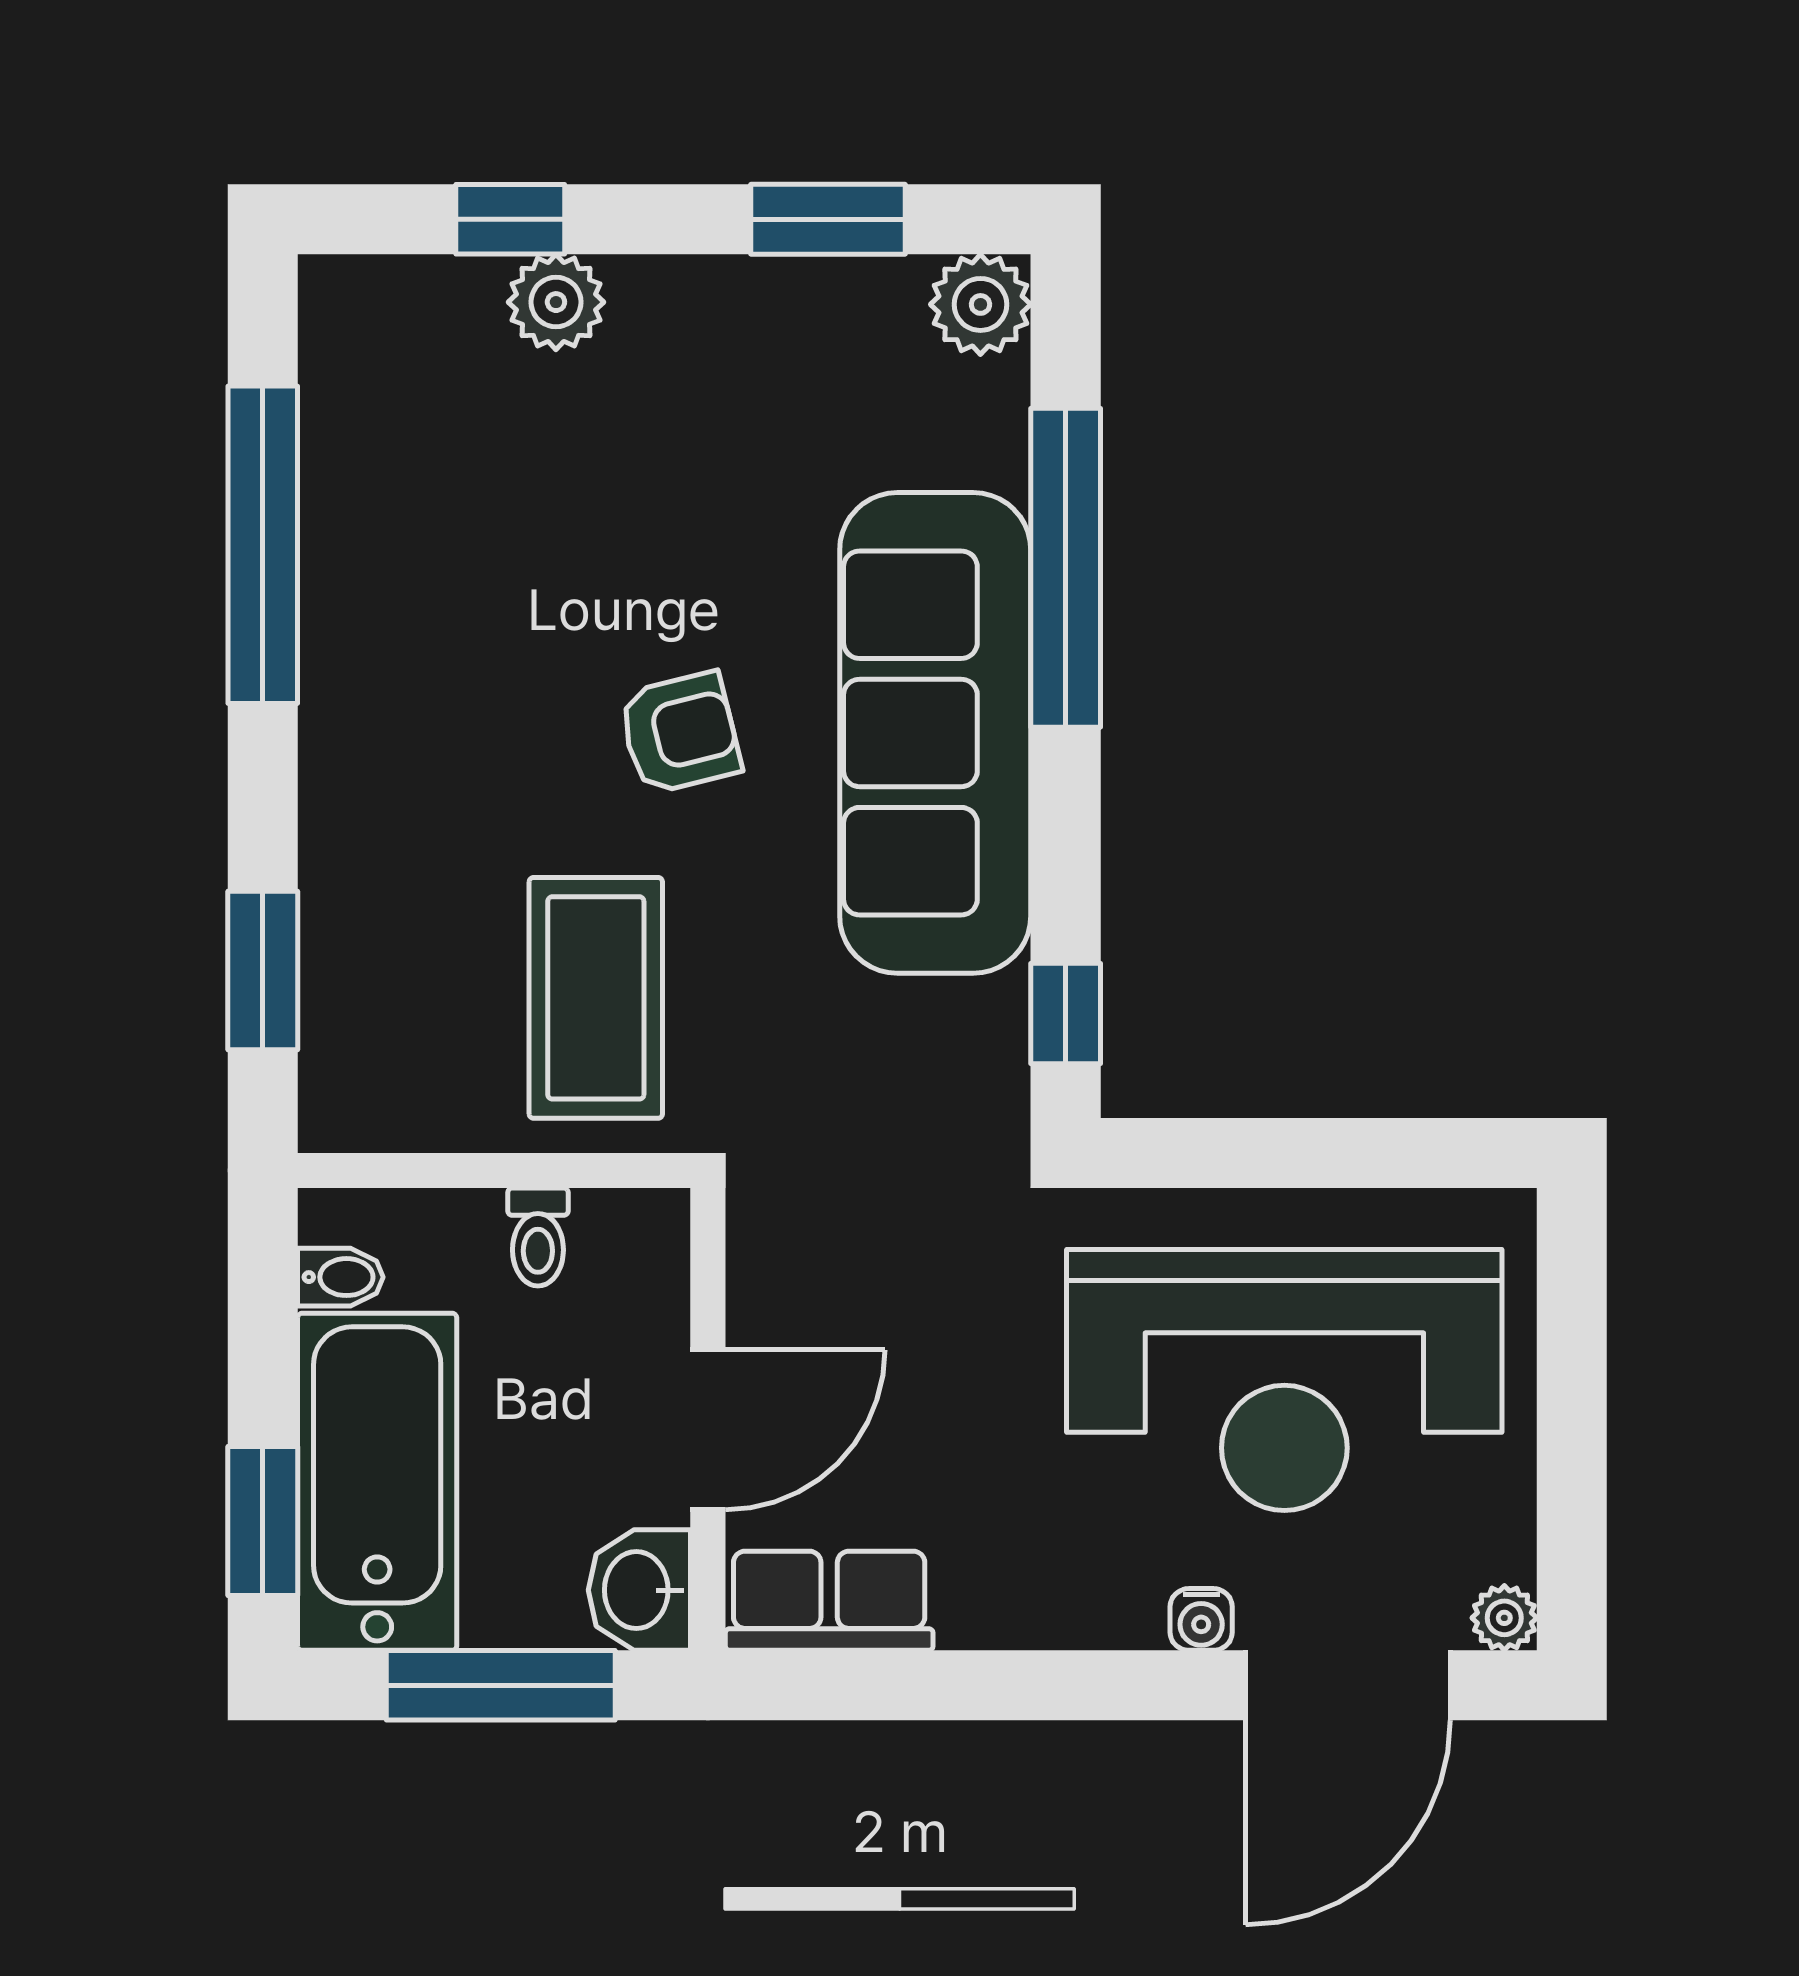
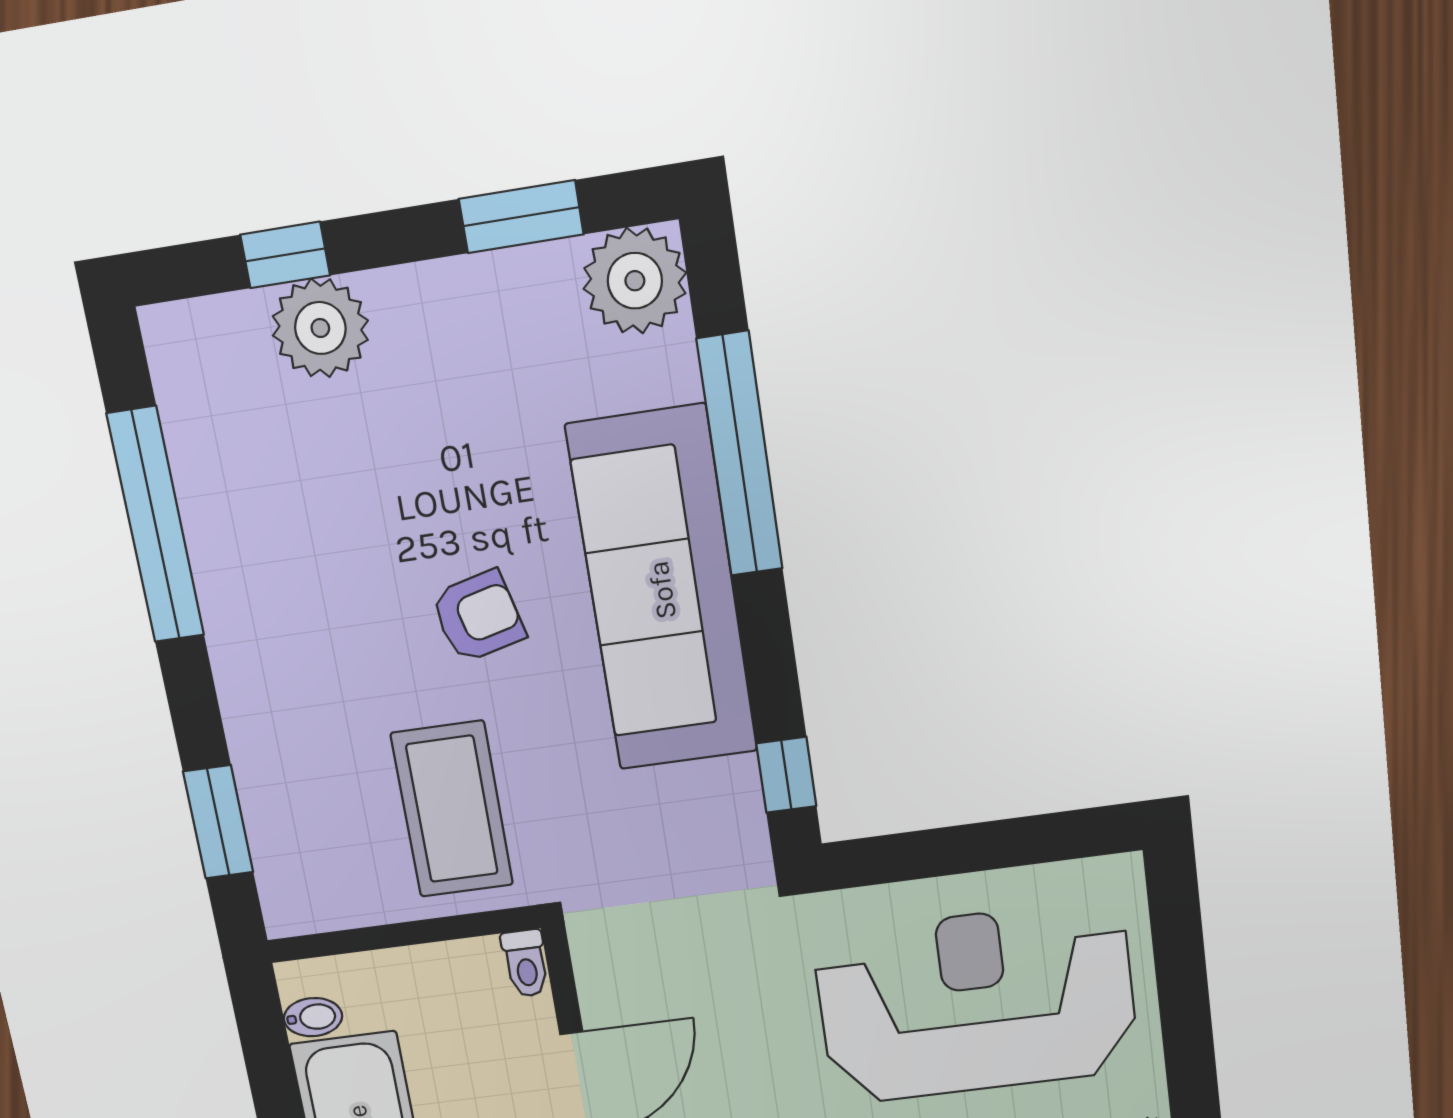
plant: (556, 302) -> (320, 328), width x1.36, depth x1.36
plant: (980, 304) -> (635, 281), width x1.36, depth x1.36
toilet: (538, 1237) -> (526, 963), moved
reception desk: (1284, 1380) -> (976, 1003), turned 180

